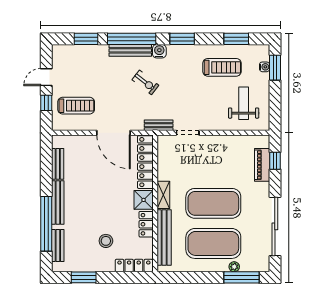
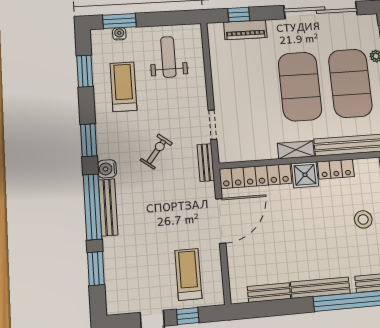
exercise bike: (145, 82) -> (156, 152), moved
weight bench: (244, 103) -> (168, 57), turned 90

